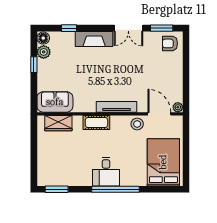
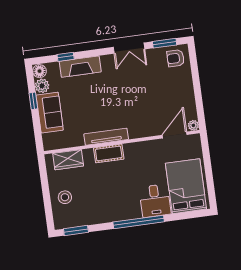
fireplace: (94, 39) -> (80, 67), moved
sofa: (55, 102) -> (50, 113), moved, turned 90
tv unit: (117, 107) -> (106, 137), moved
door: (159, 114) -> (175, 135), hinge flipped
stool: (137, 124) -> (65, 197), moved
desk: (106, 172) -> (155, 201), moved

